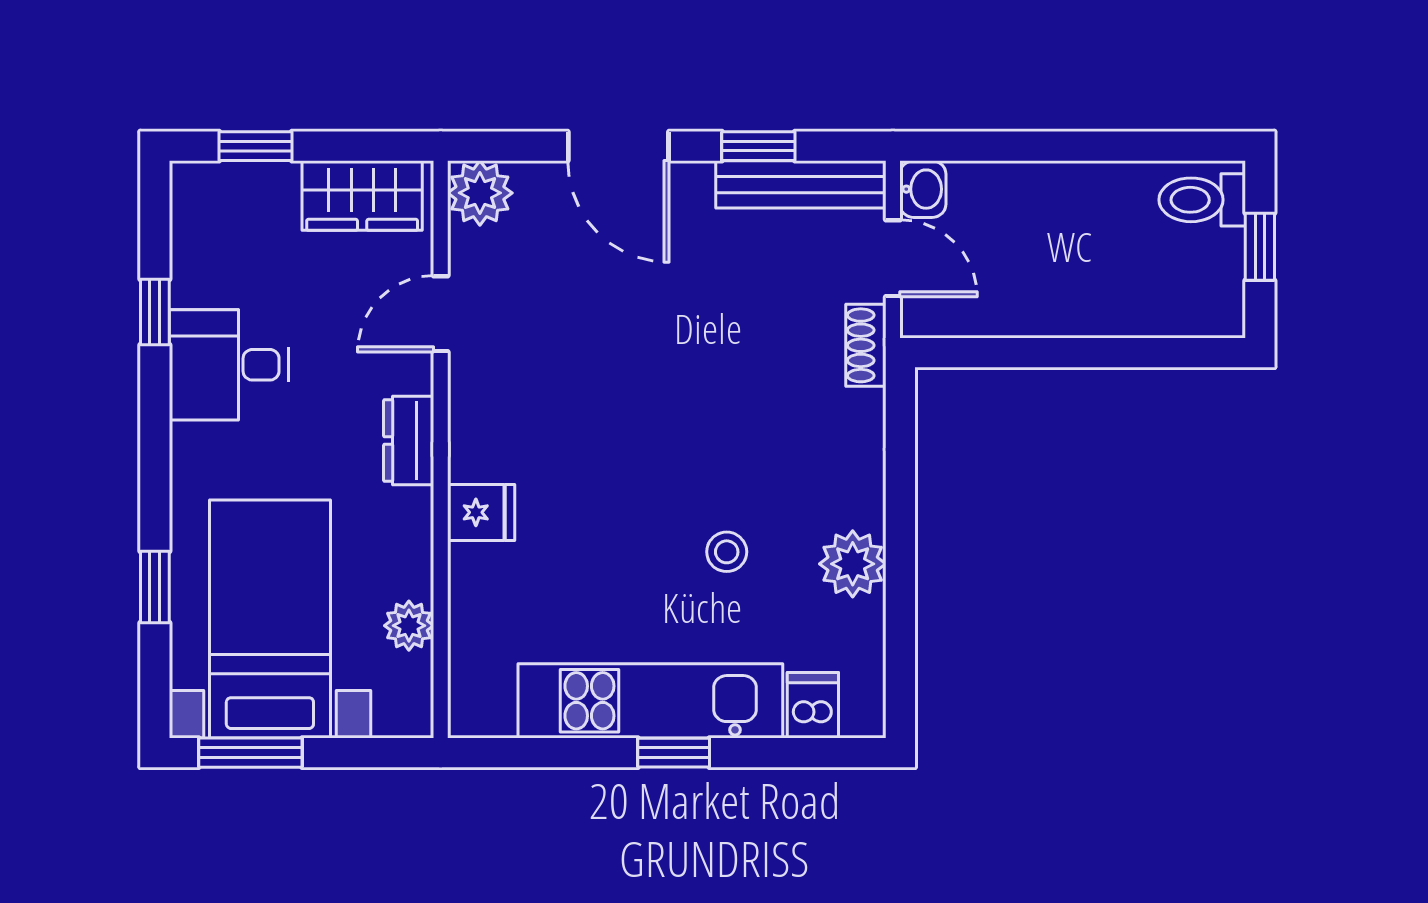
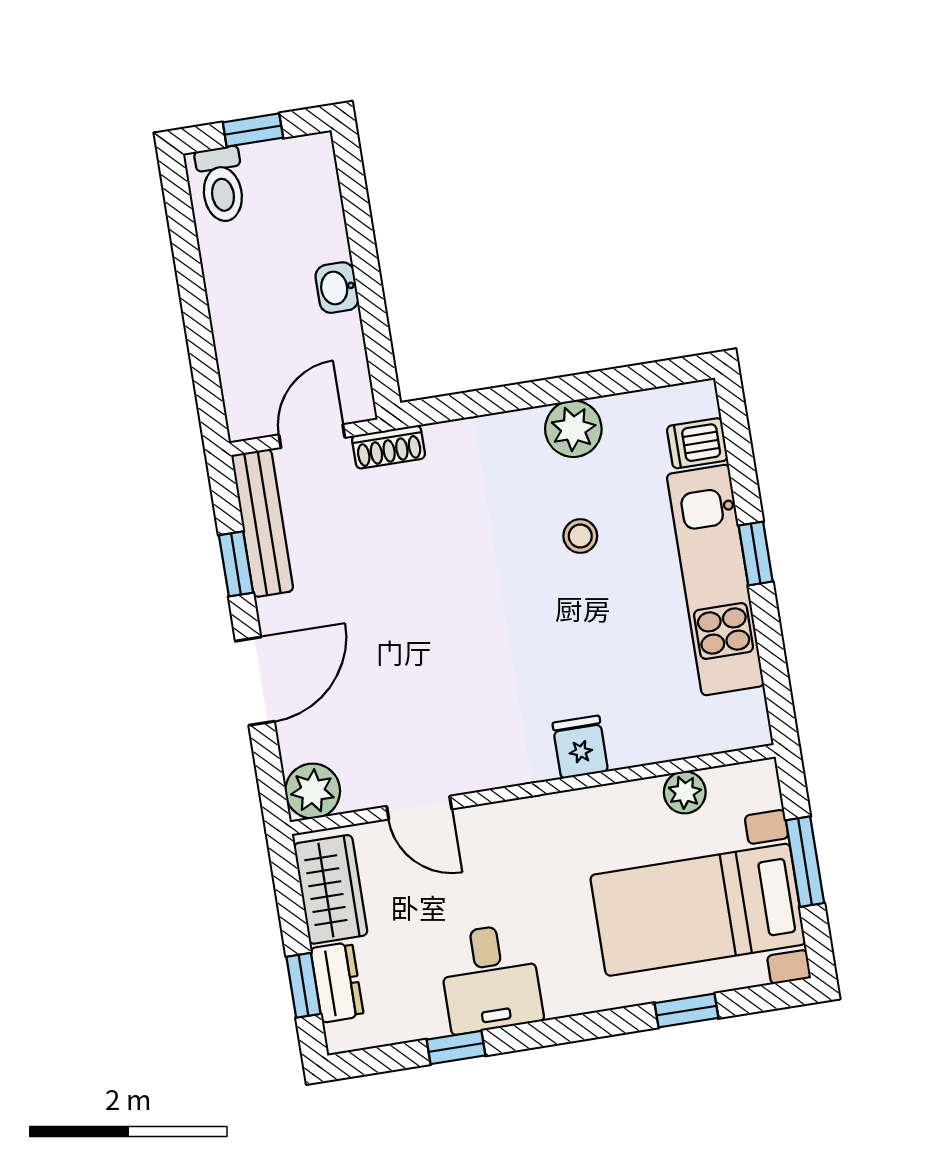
washbasin: (923, 189) -> (337, 288), moved, turned -90
dresser: (409, 441) -> (337, 982), moved, turned -90
window: (250, 753) -> (805, 862), moved

